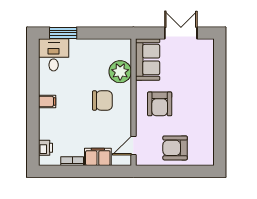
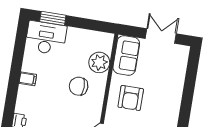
desk: (54, 55) -> (46, 38), width x1.37
chair: (102, 100) -> (79, 86), turned 180

